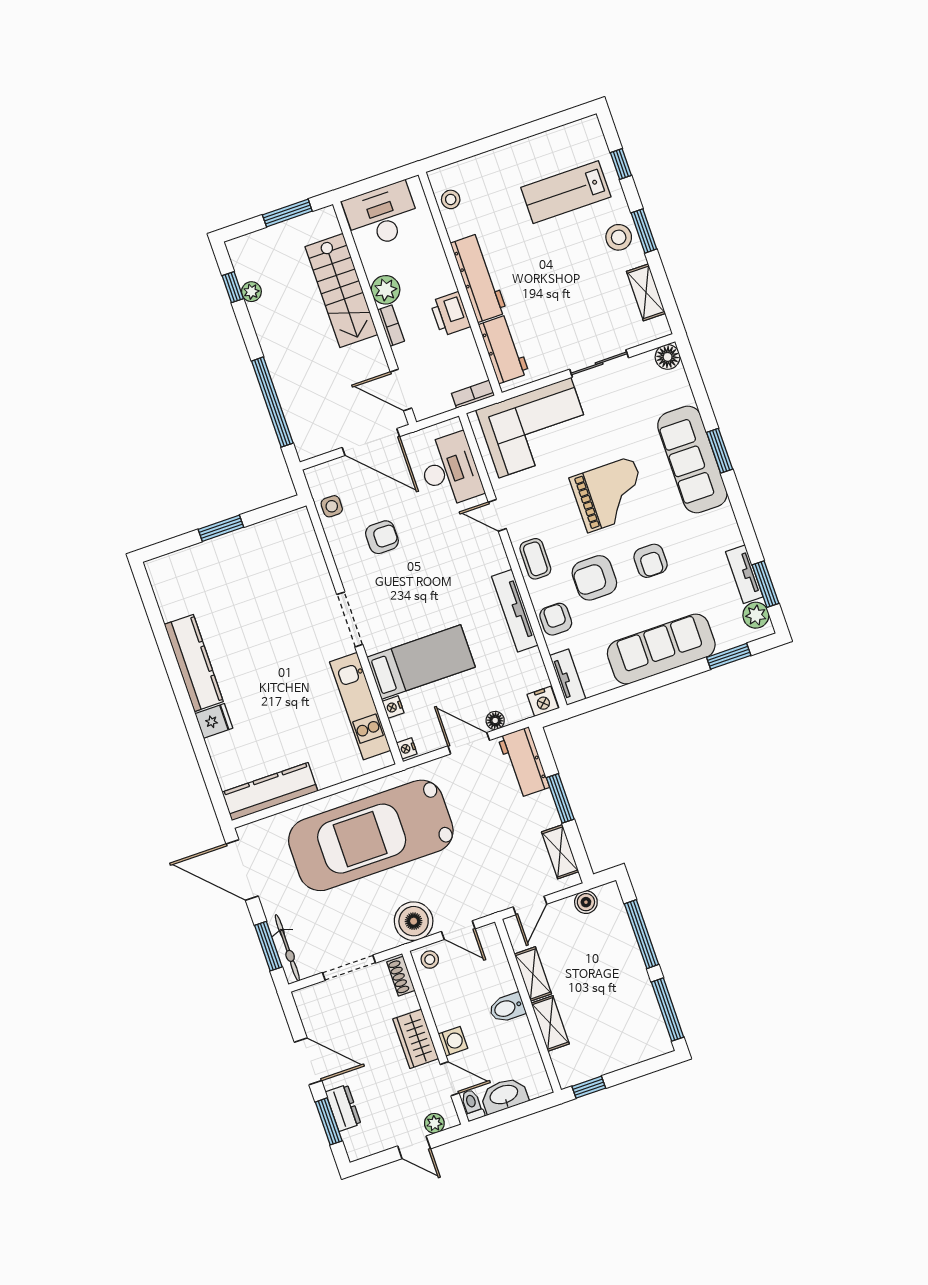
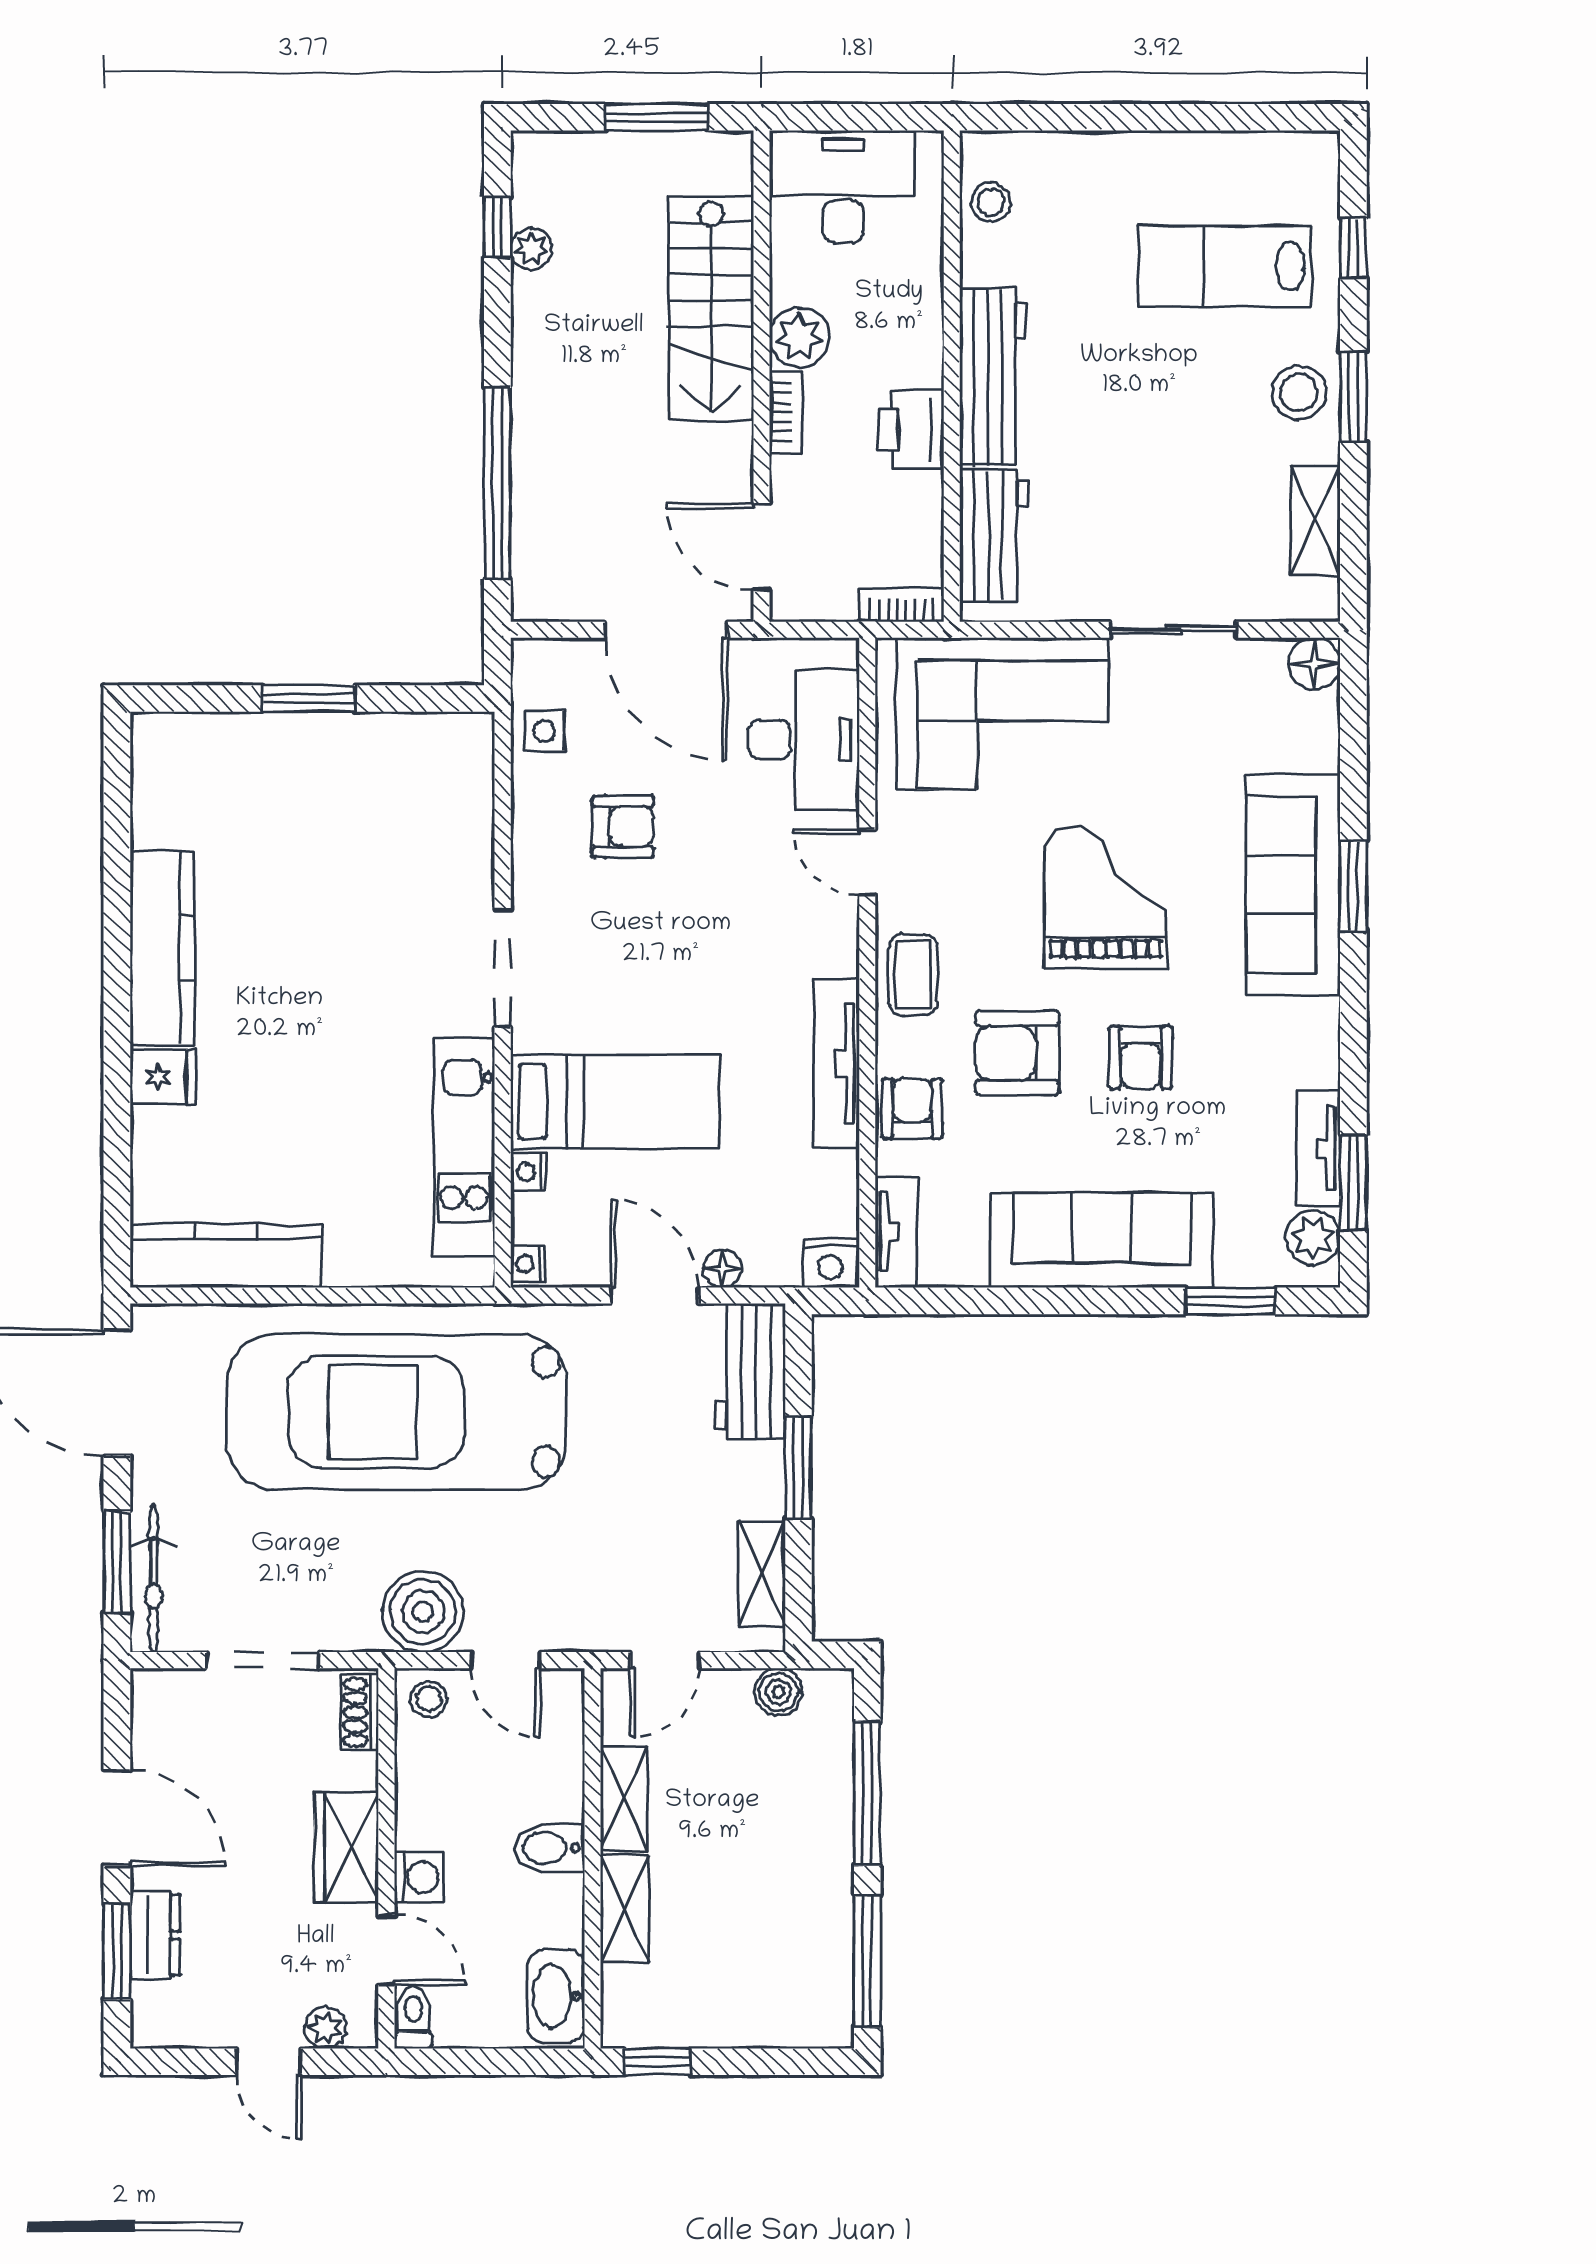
grand piano: (610, 494) -> (1106, 898), turned -90
washbasin: (504, 1095) -> (556, 1996), moved, turned -90

